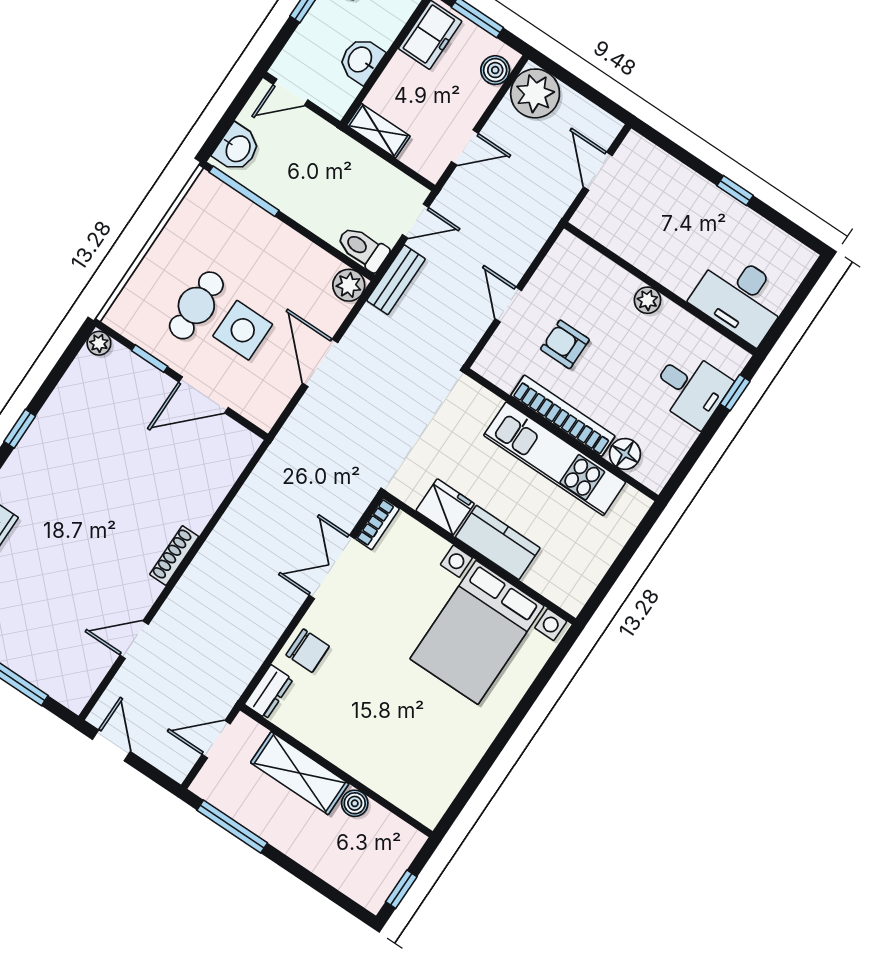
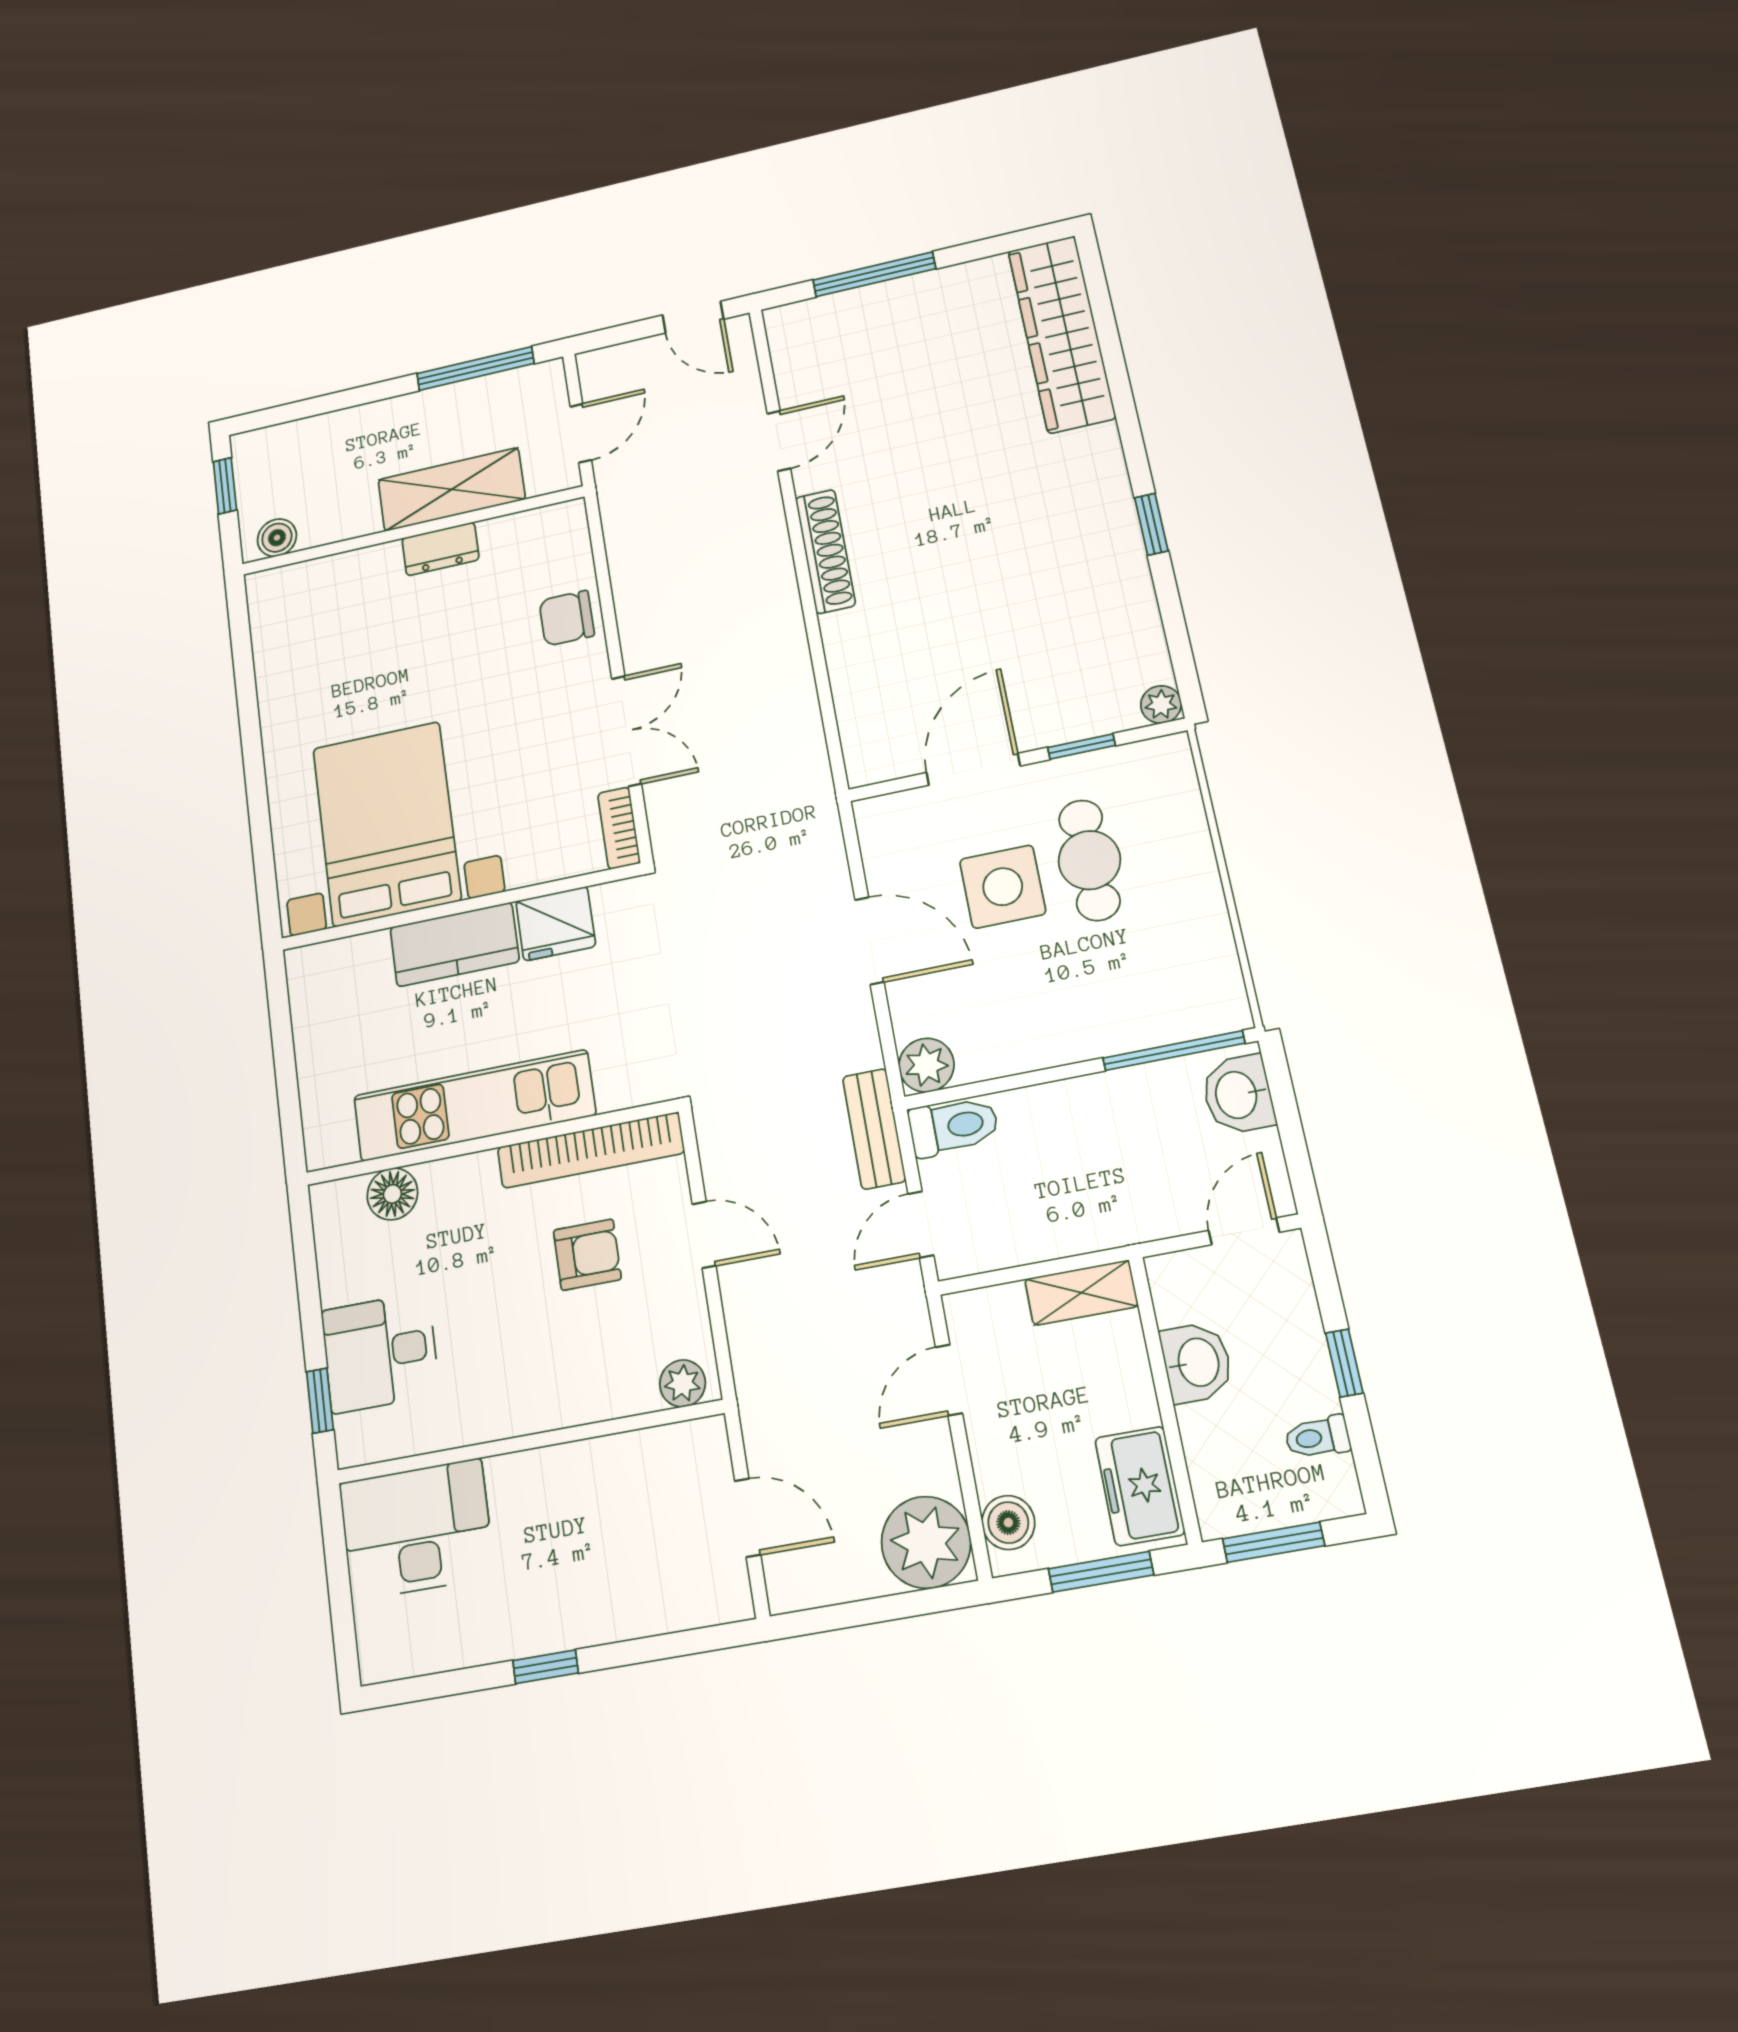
plant: (647, 300) -> (683, 1383), moved
bookcase: (563, 416) -> (591, 1150), moved
shoe rack: (174, 555) -> (825, 551), width x1.36, depth x1.24
dresser: (269, 692) -> (440, 549), moved, turned -90
boiler: (355, 803) -> (277, 538), moved

